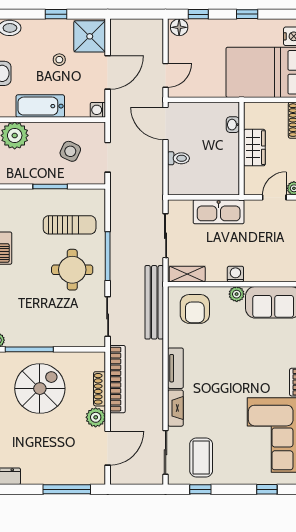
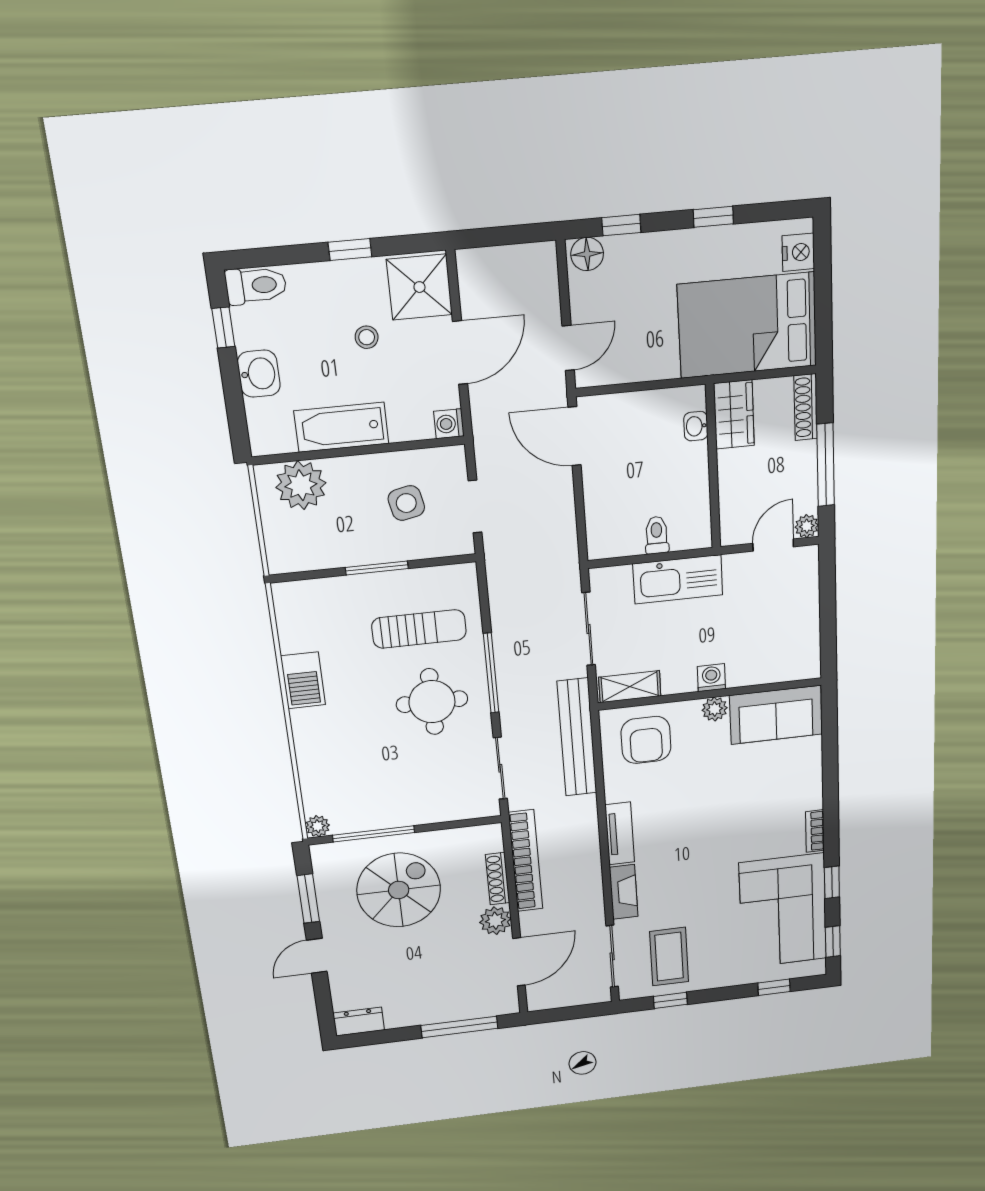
wardrobe: (254, 148) -> (734, 415), moved
side table: (70, 151) -> (406, 503), turned -37
toilet: (179, 158) -> (657, 535), moved, turned -90

